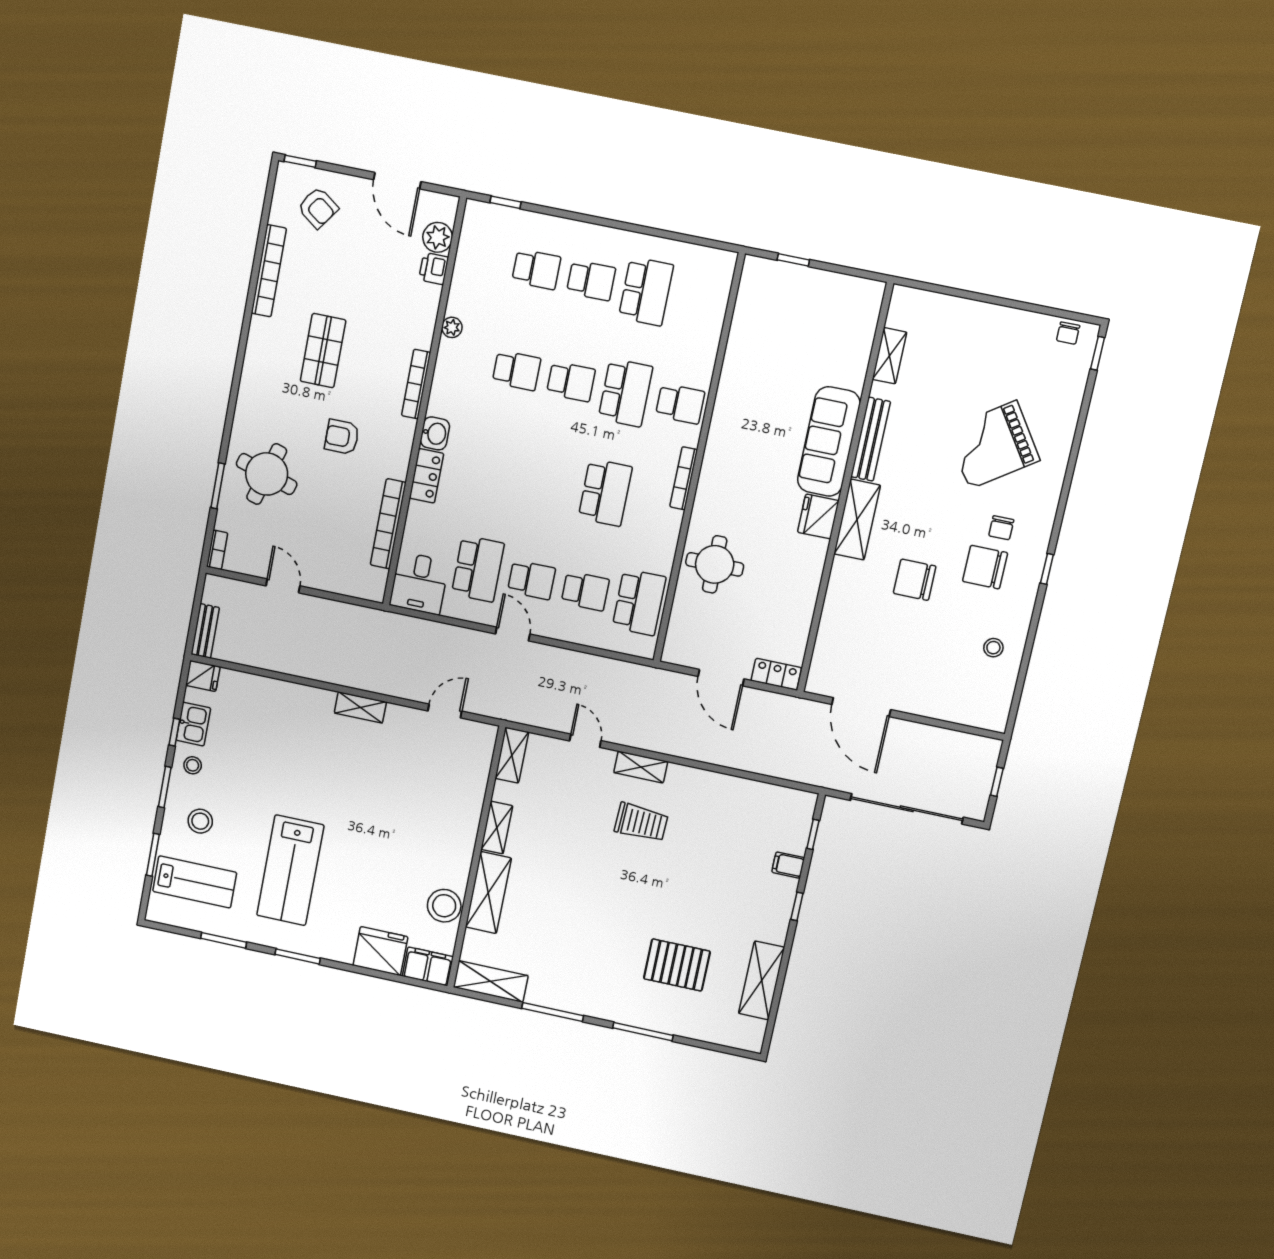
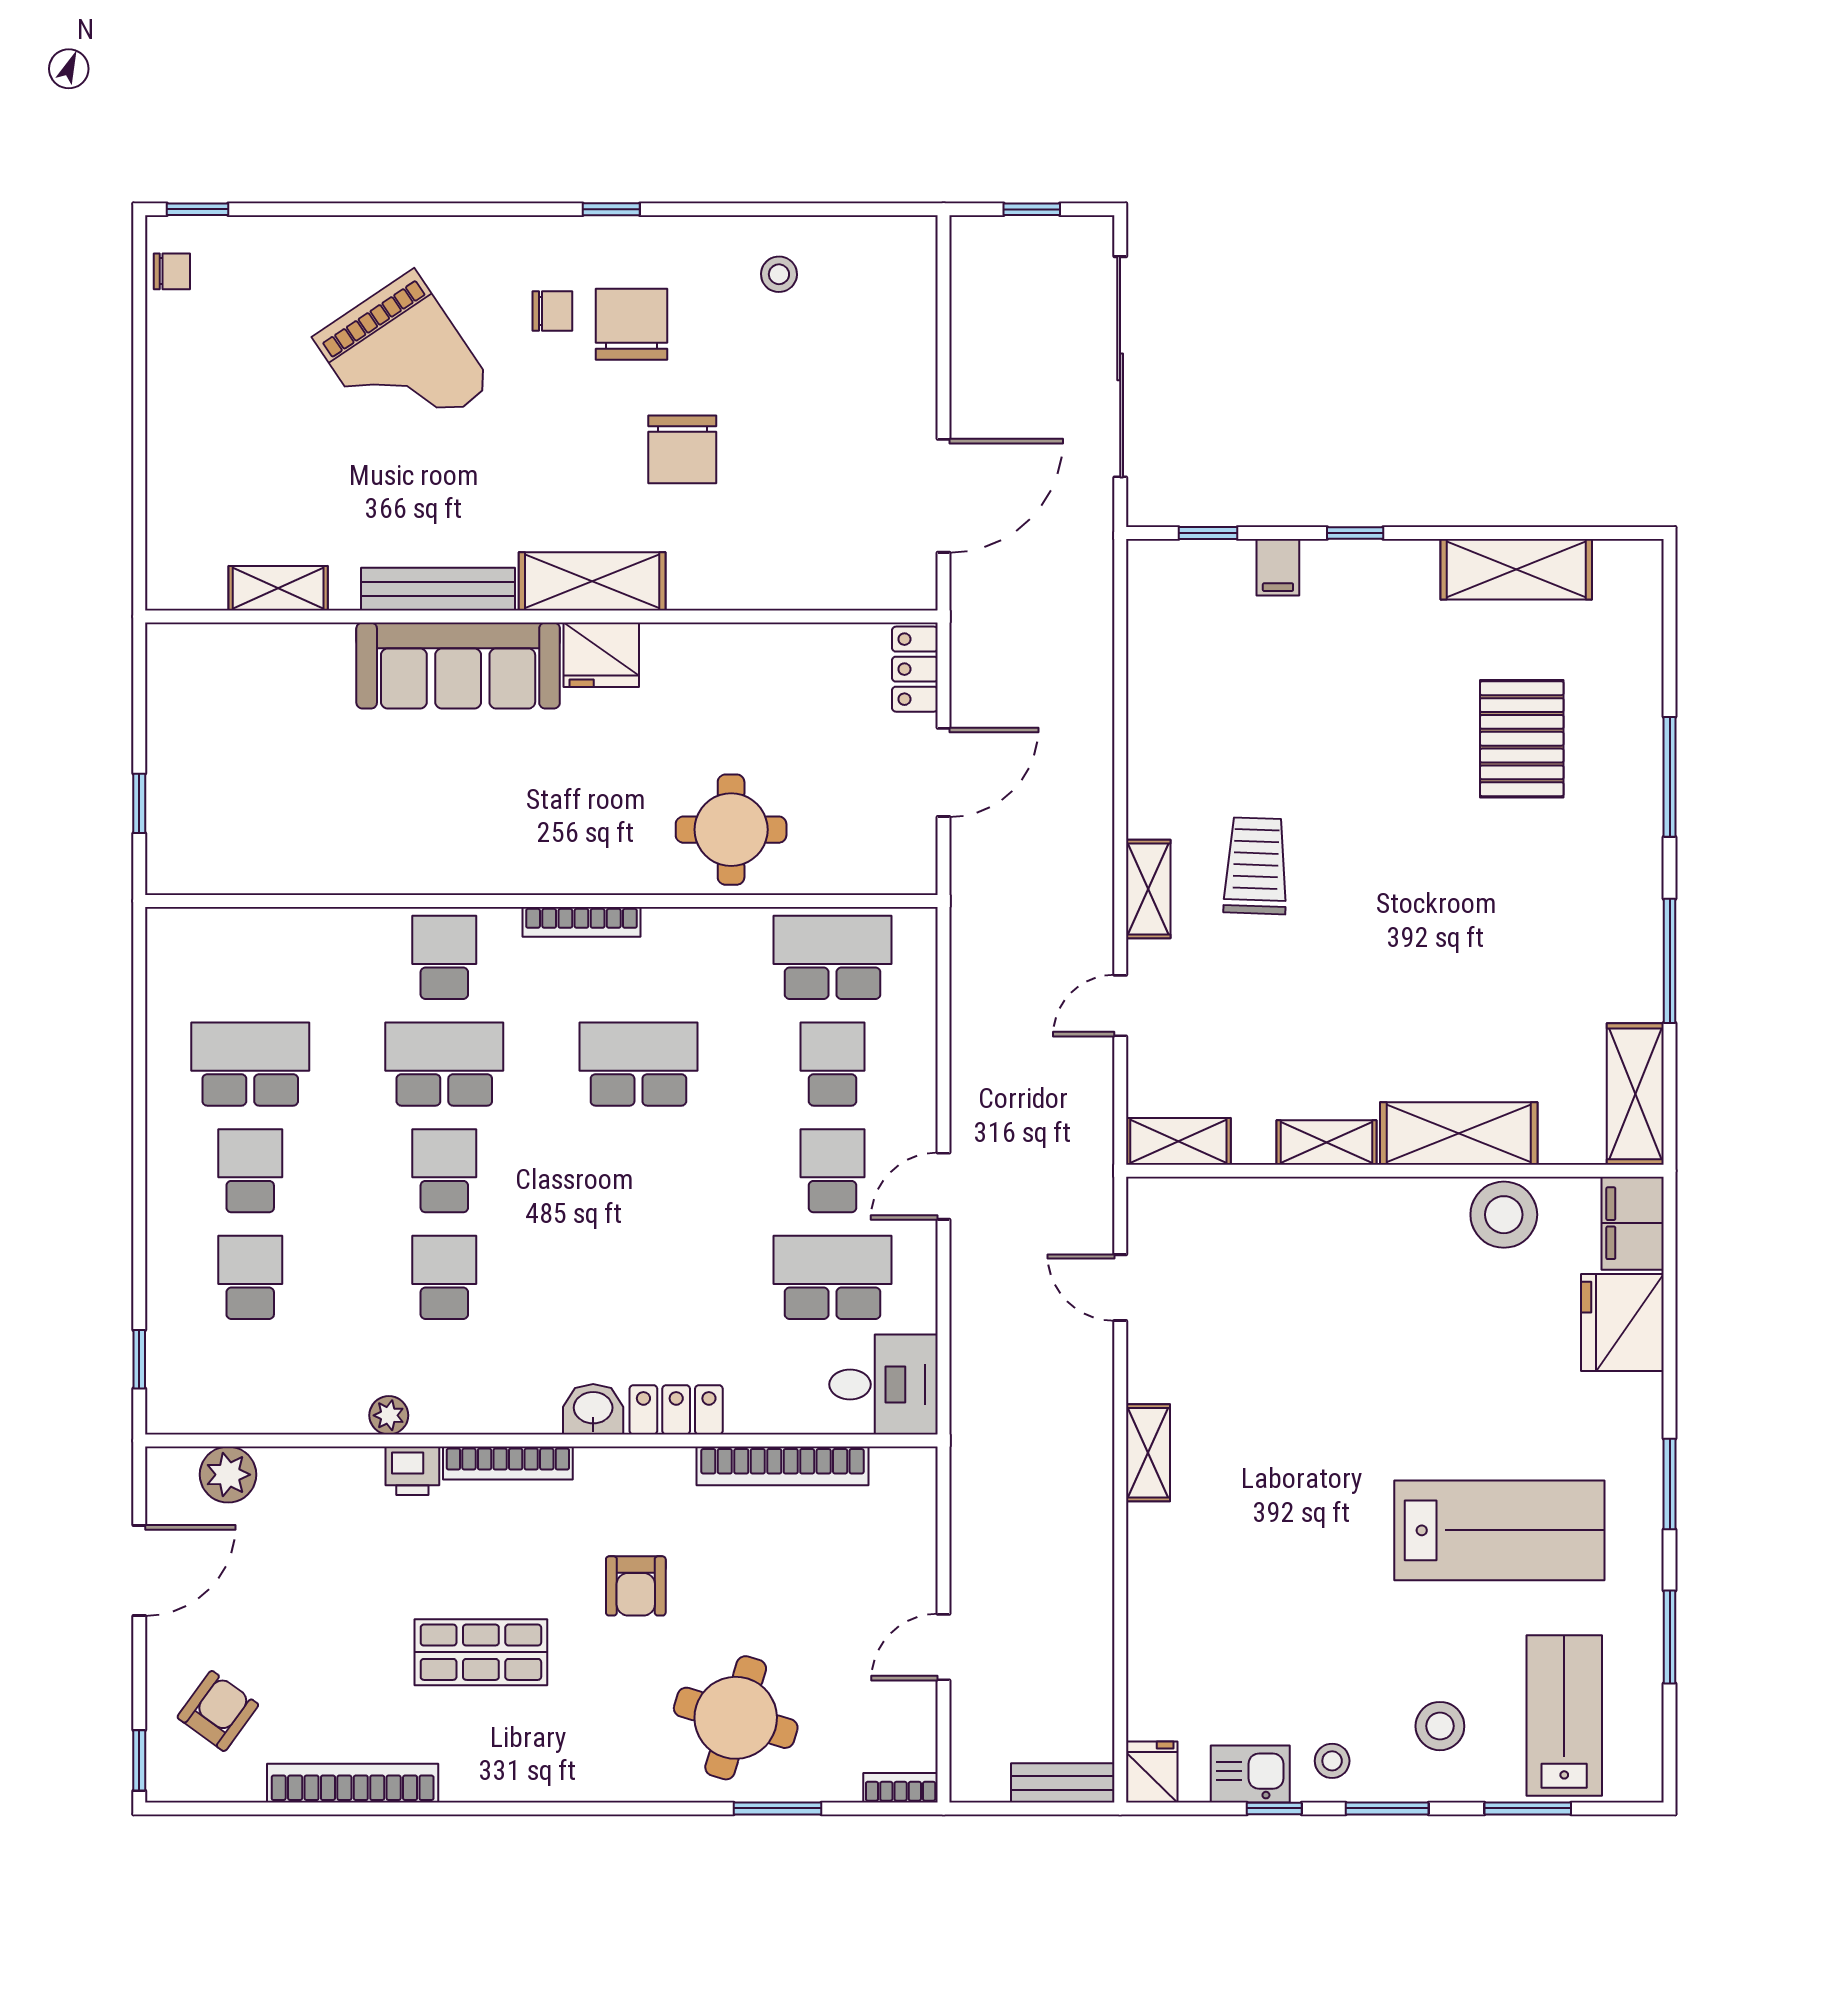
printer: (434, 269) -> (412, 1471), moved
chair: (985, 567) -> (632, 324), turned 180

